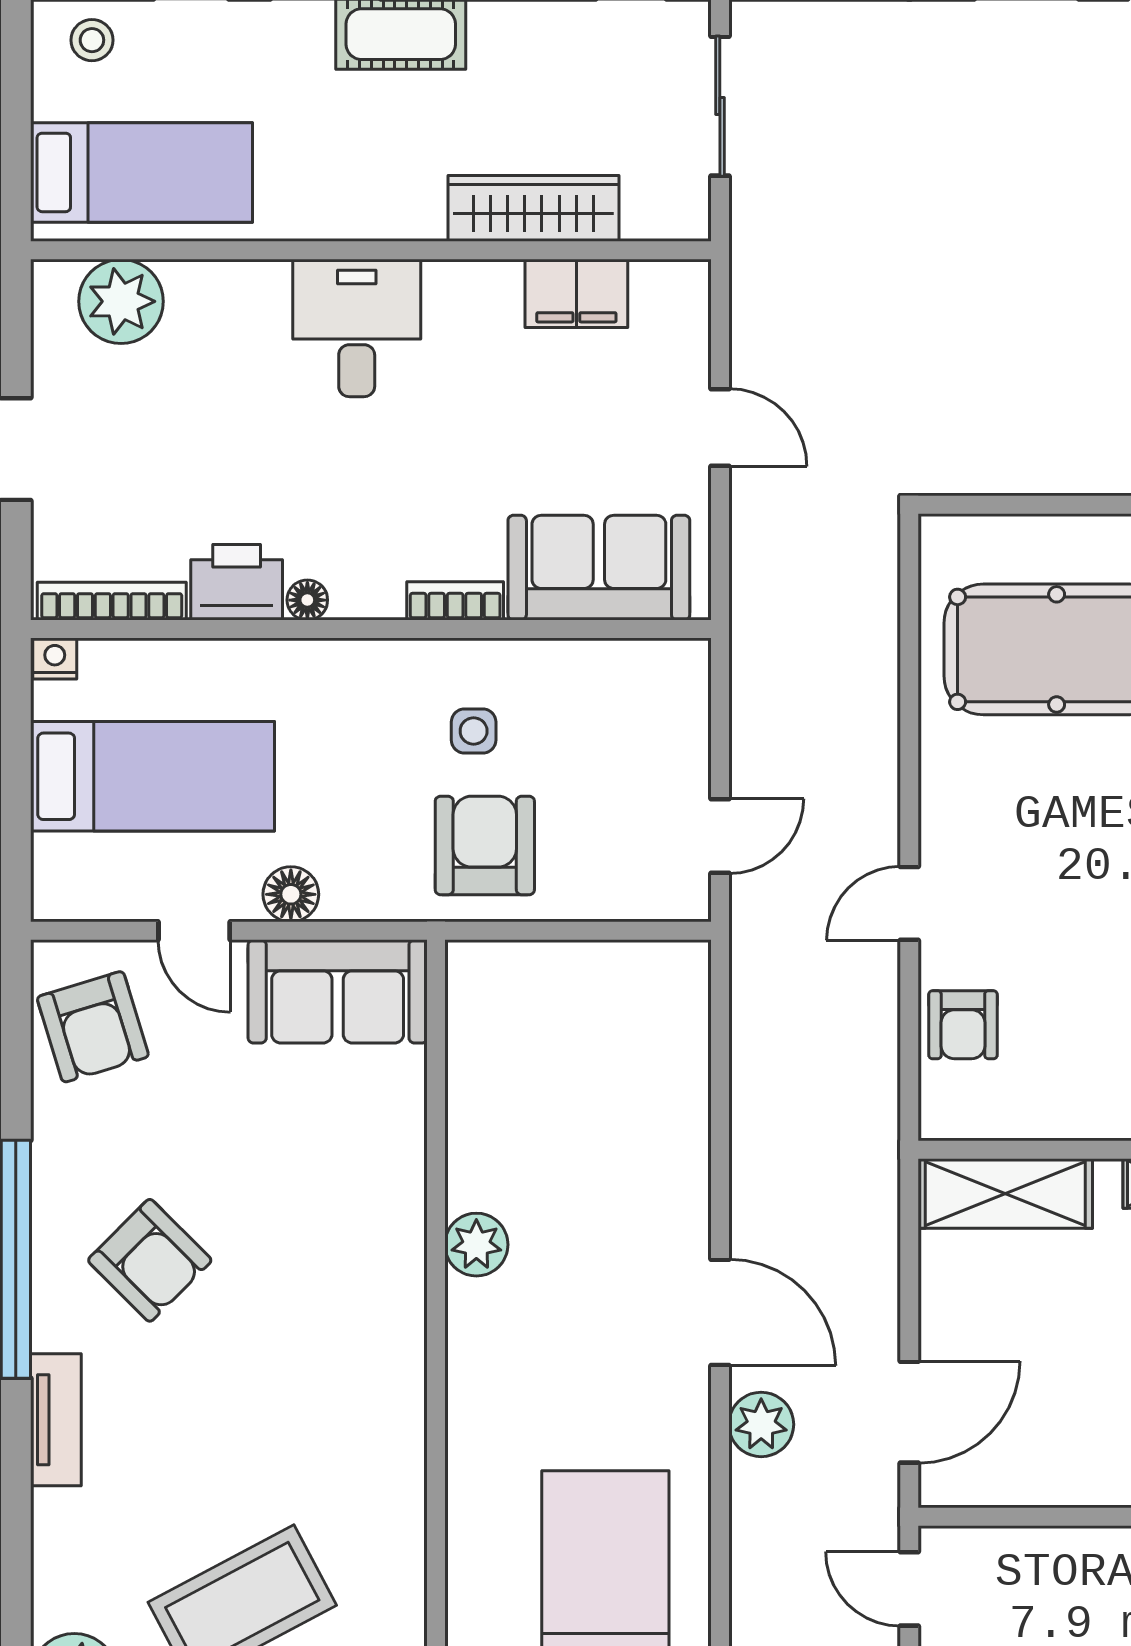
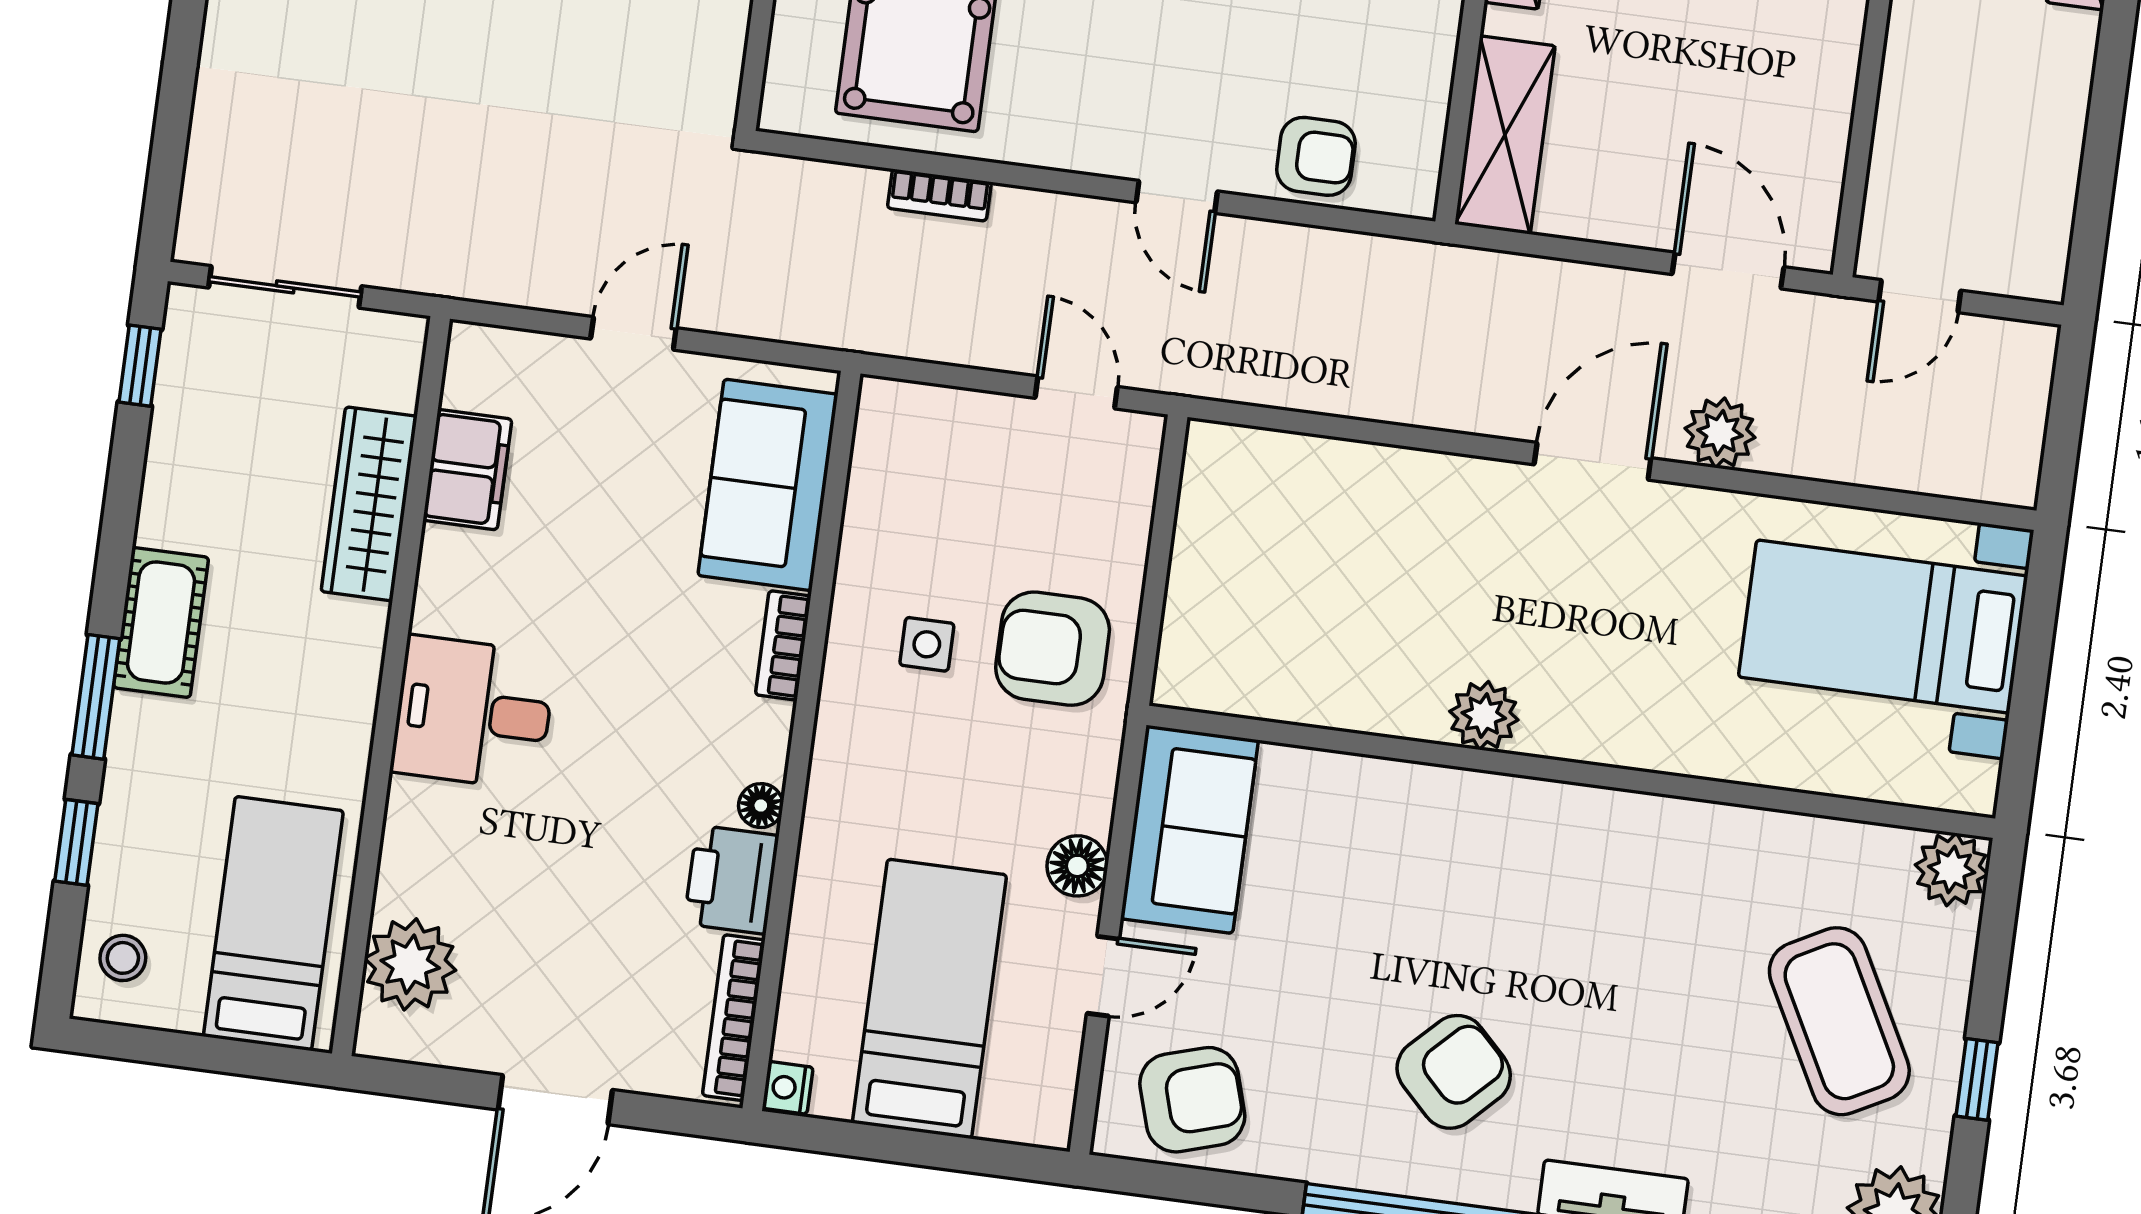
bookcase: (882, 688) -> (939, 195), added

